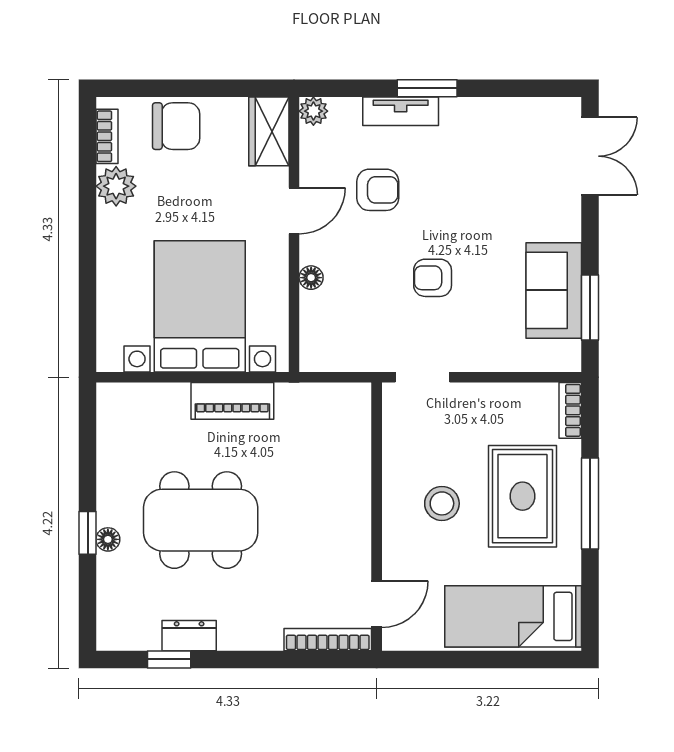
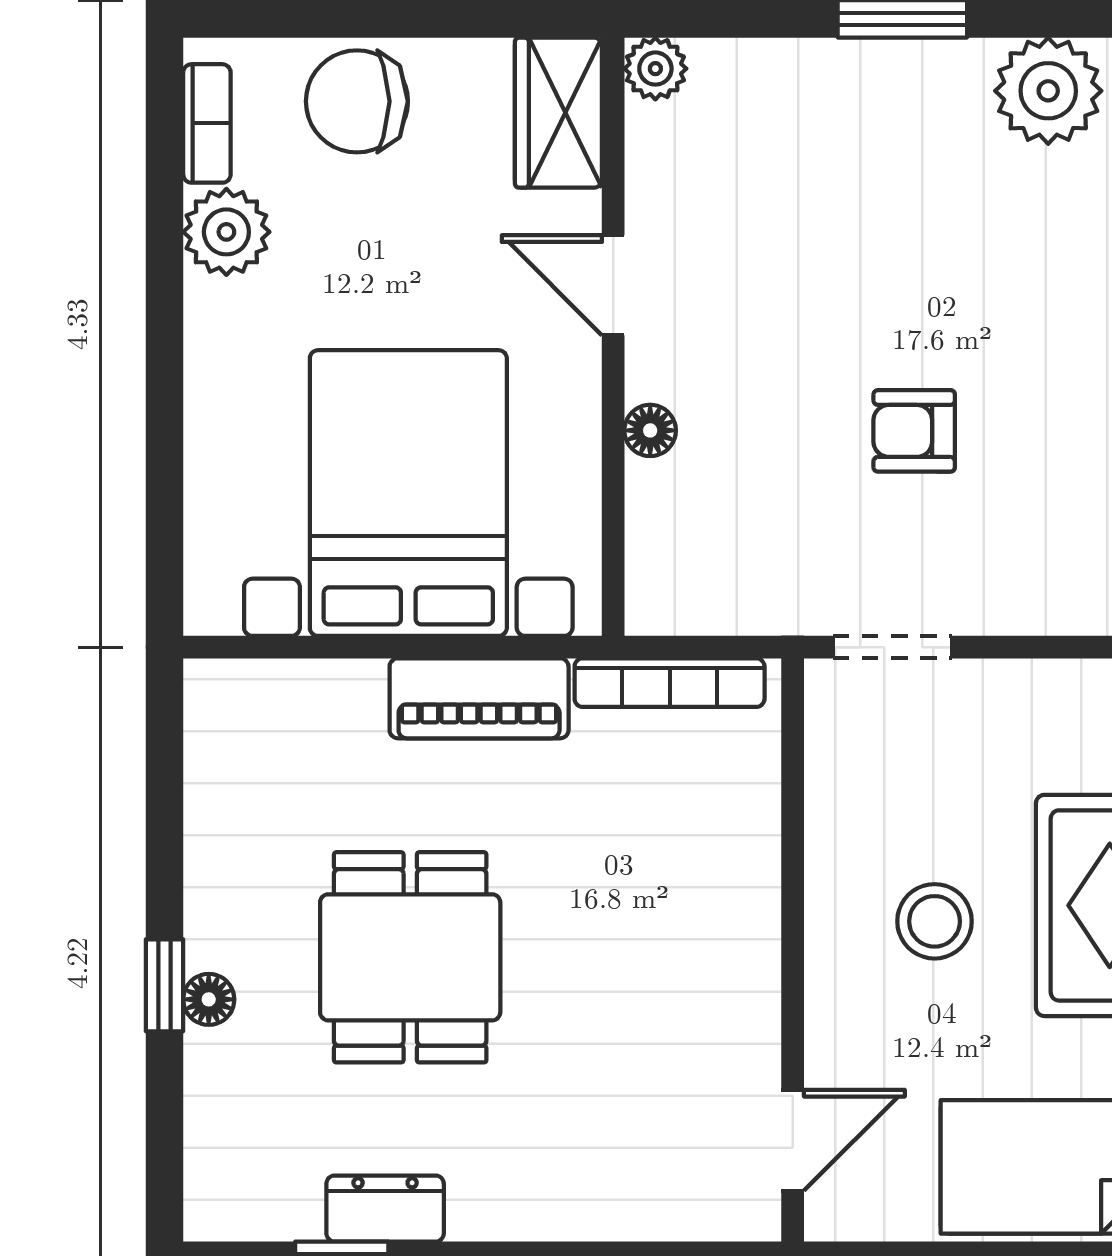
tv unit: (401, 111) -> (845, 69), removed
plant: (494, 121) -> (1048, 91), added
chair: (176, 126) -> (357, 101), turned 180
armchair: (378, 190) -> (795, 240), removed
door: (294, 211) -> (613, 285), swing flipped
dining table: (201, 520) -> (410, 957), width x0.73
bookcase: (328, 640) -> (670, 683), moved, turned 180

